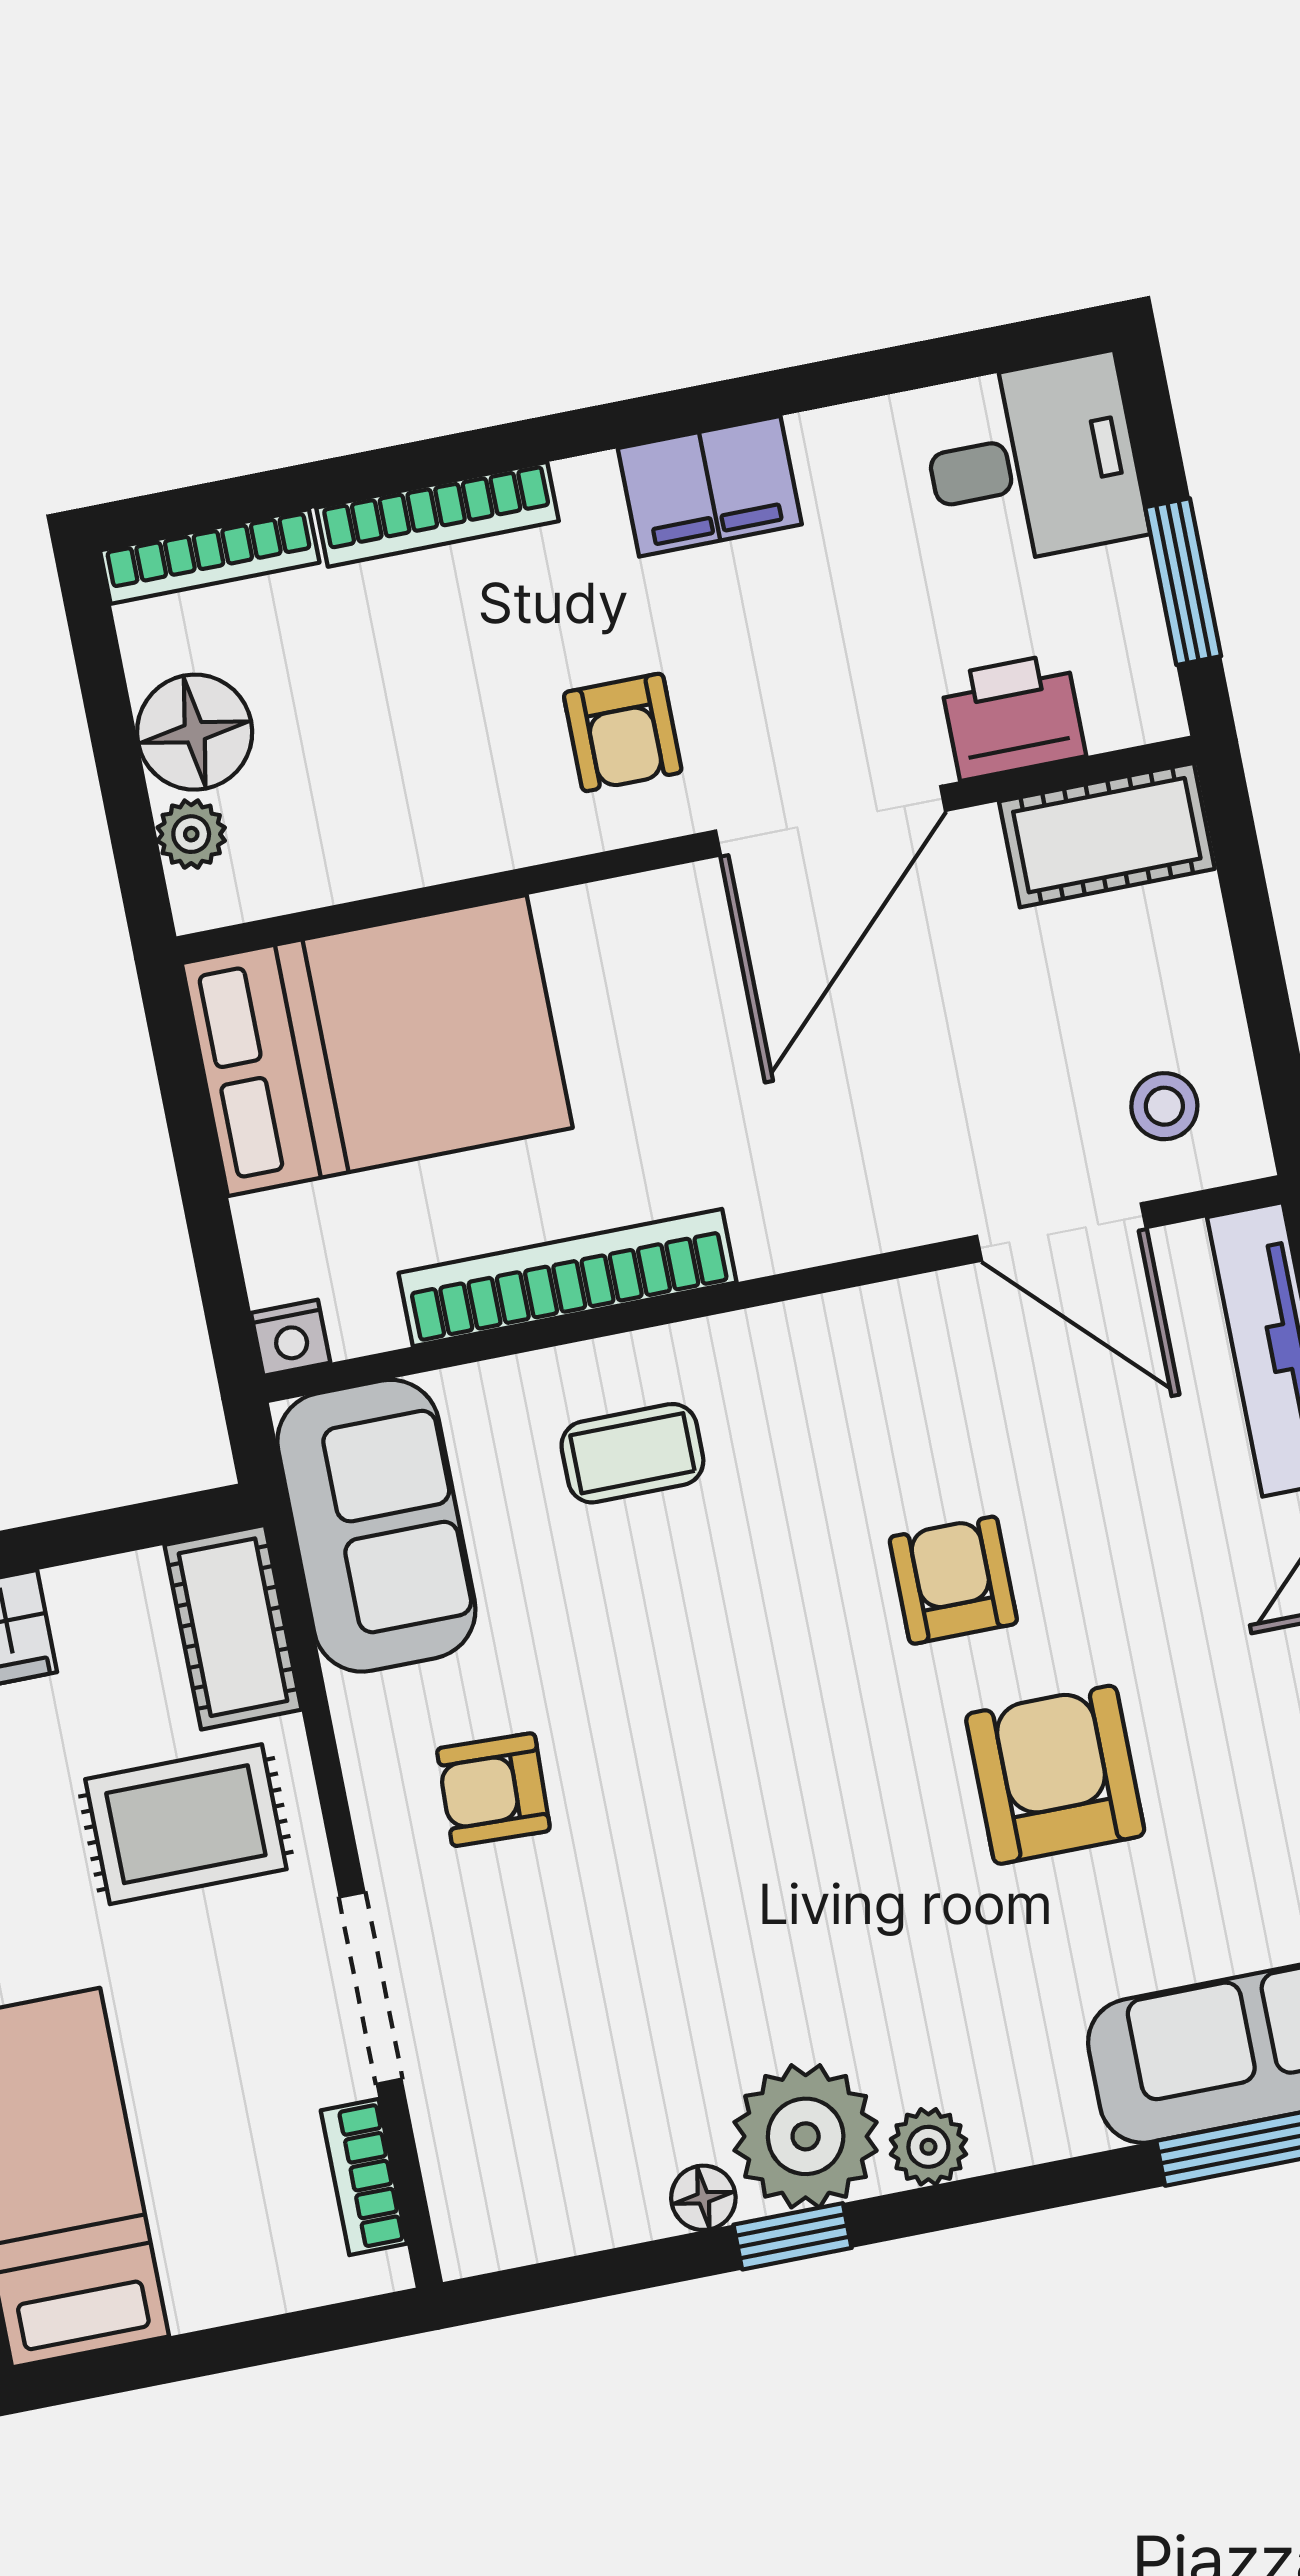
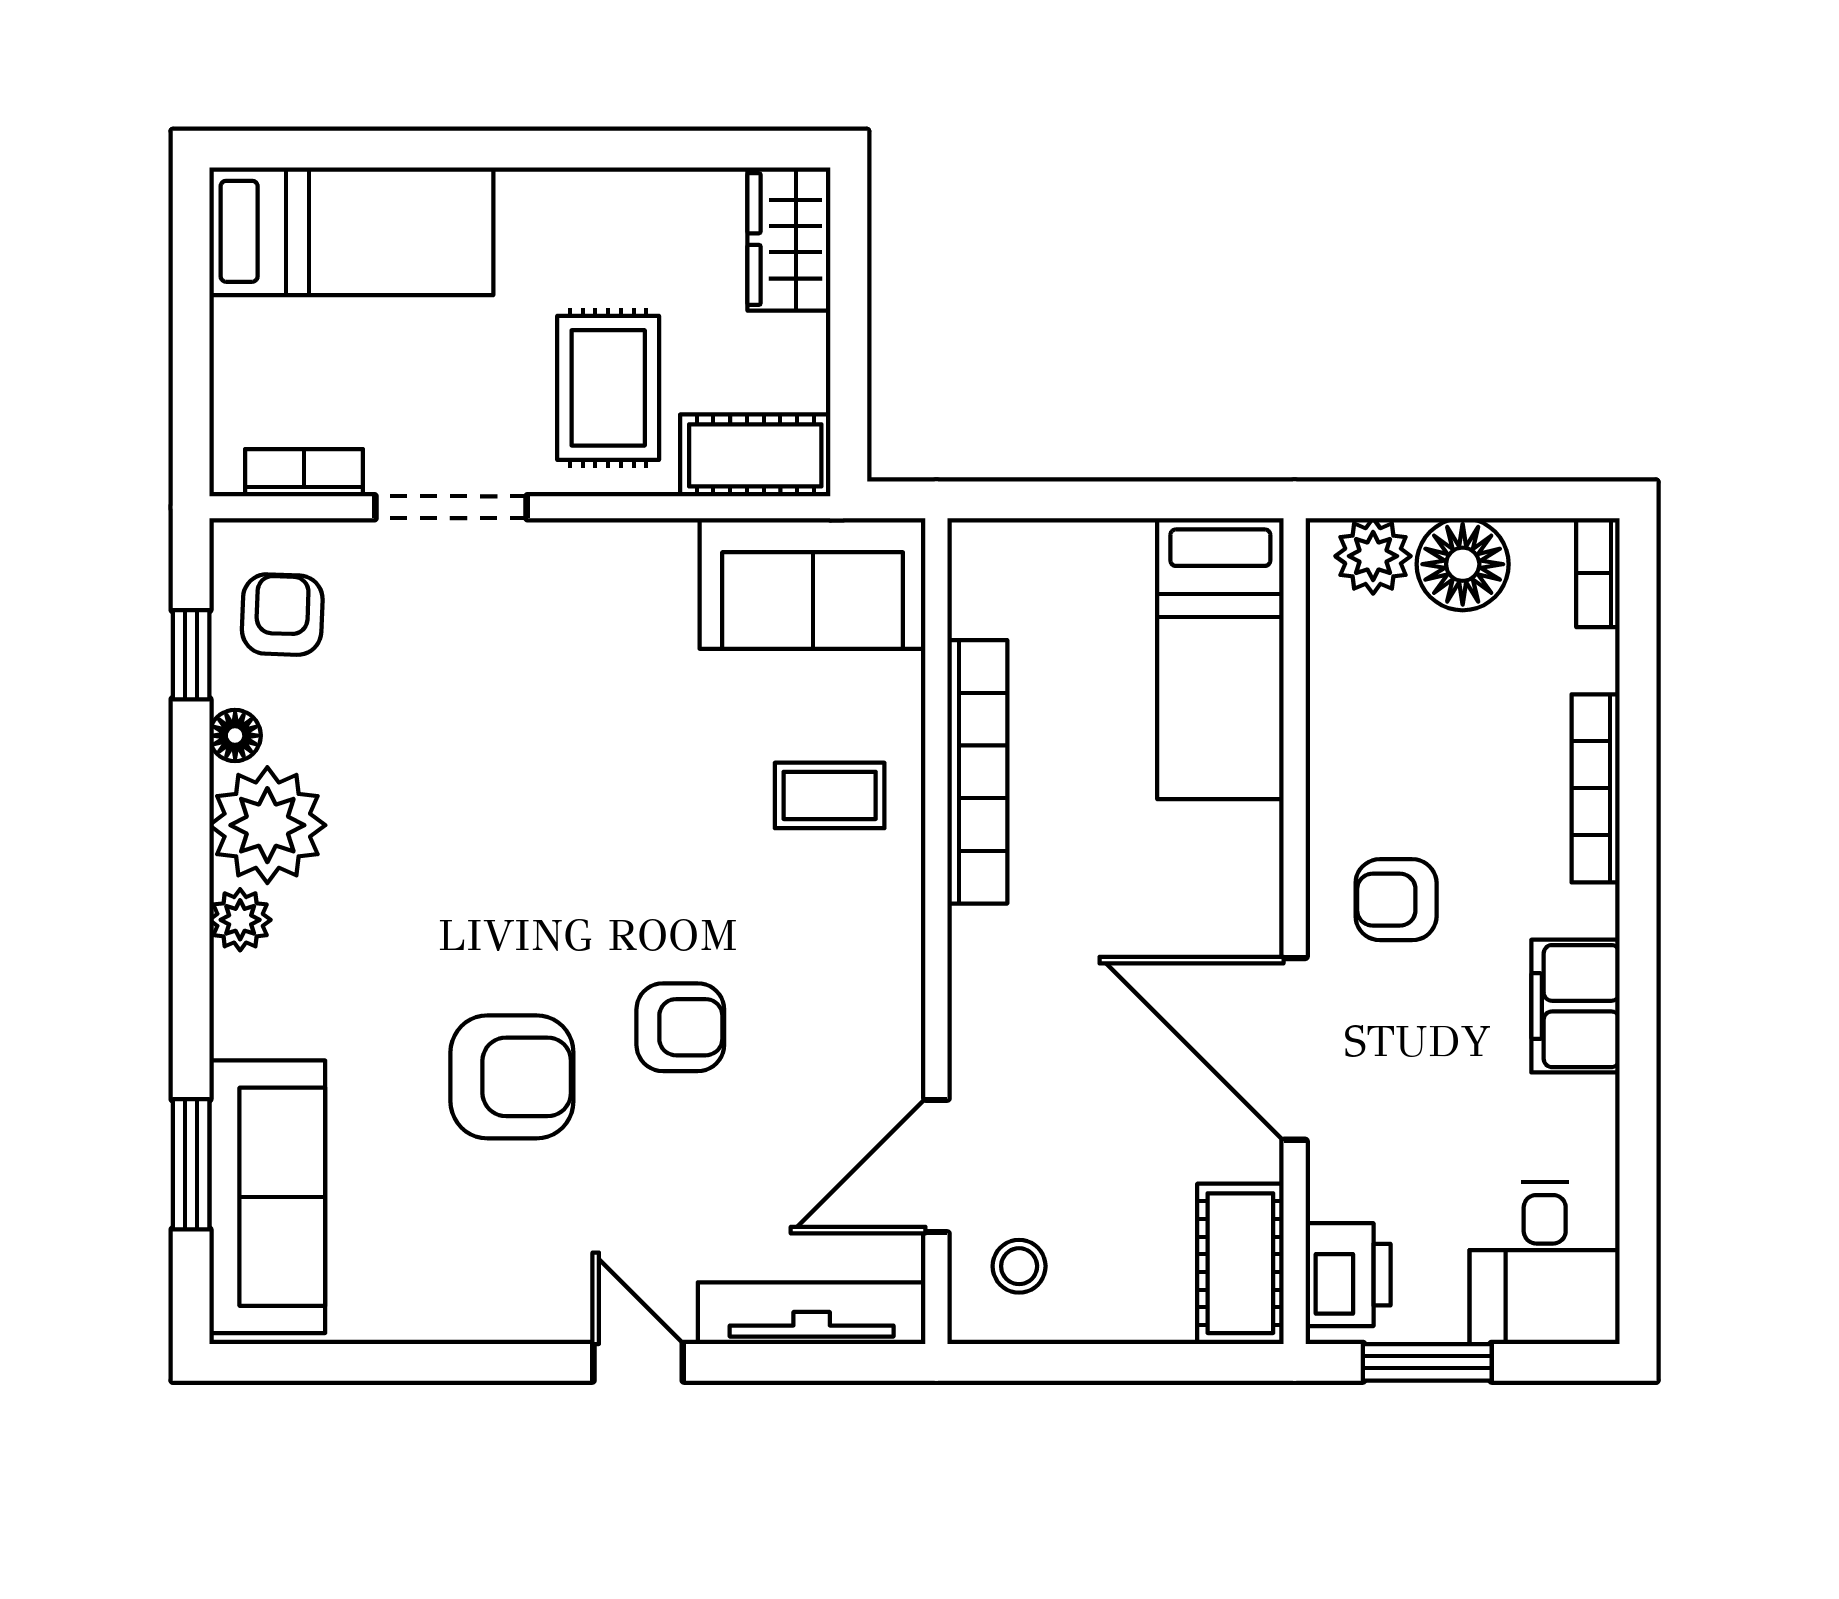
bookcase: (210, 557) -> (1598, 573), width x0.64
printer: (1013, 716) -> (1348, 1275), moved
plant: (191, 834) -> (1373, 556), width x1.38, depth x1.38
bed: (377, 1046) -> (1220, 659), width x0.67
nightstand: (291, 1338) -> (973, 545), removed
coffee table: (632, 1453) -> (830, 795), turned 90
armchair: (493, 1790) -> (282, 615), moved
window: (792, 2236) -> (191, 655), moved

